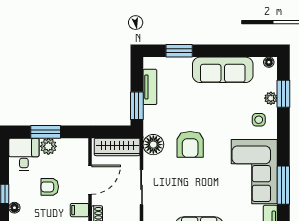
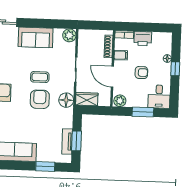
window: (137, 106) -> (76, 141), moved
plant: (48, 146) -> (120, 101), moved
wardrobe: (117, 147) -> (87, 99), width x0.67
coffee table: (191, 175) -> (40, 77), added
door: (90, 180) -> (112, 77), hinge flipped

